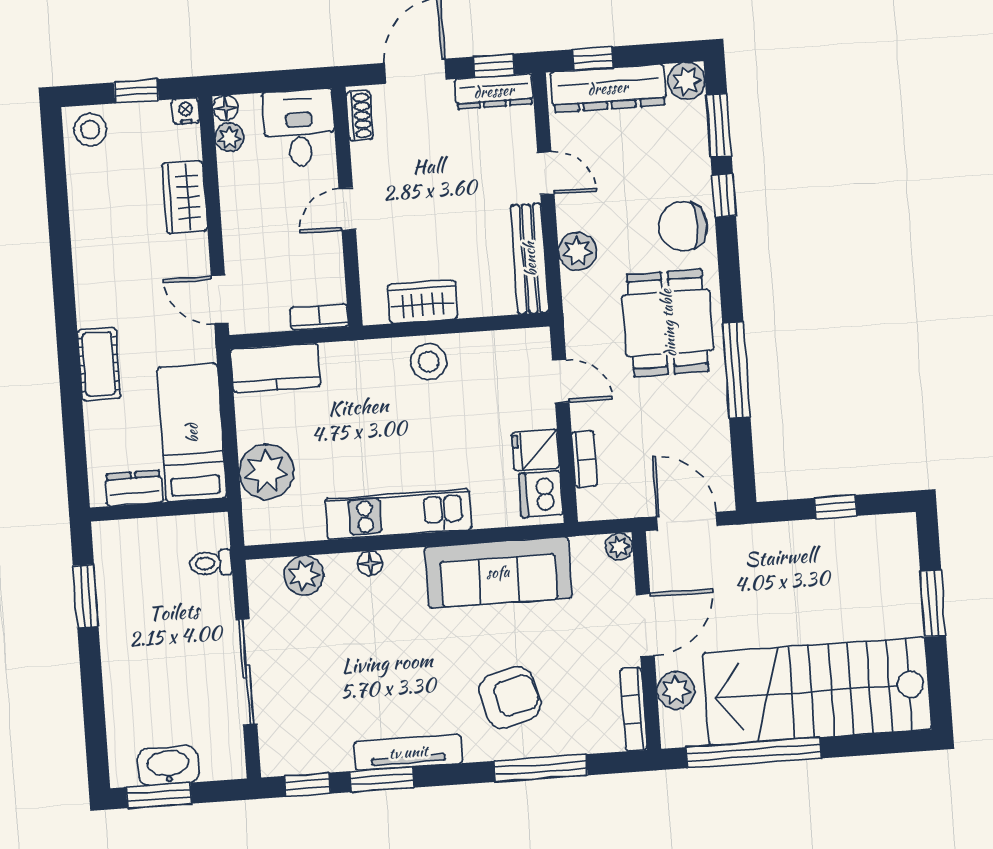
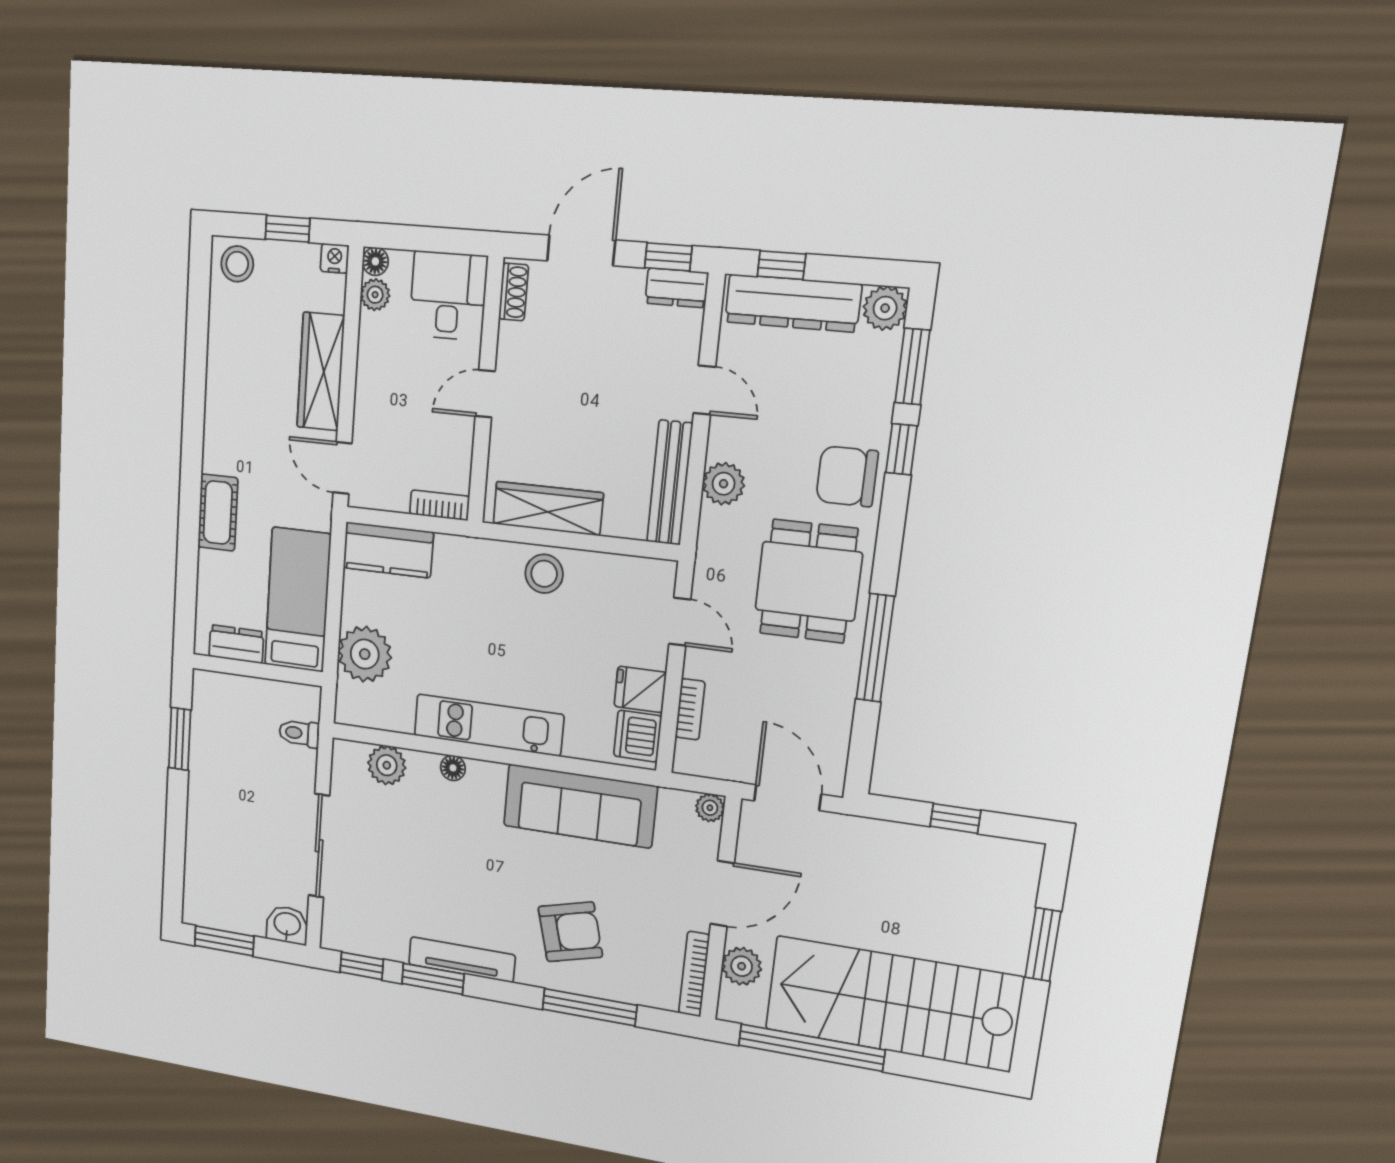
dresser: (494, 91) -> (677, 288), width x0.70
wardrobe: (185, 197) -> (321, 372), width x1.50
wardrobe: (422, 302) -> (548, 508), width x1.50
washbasin: (168, 766) -> (287, 925), moved, width x0.72

